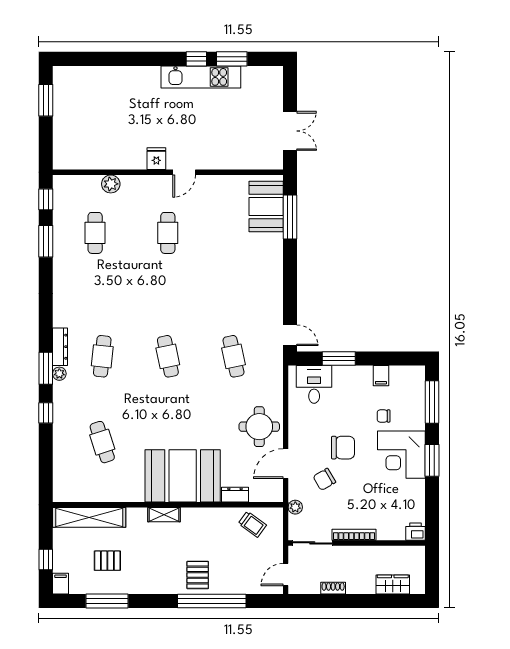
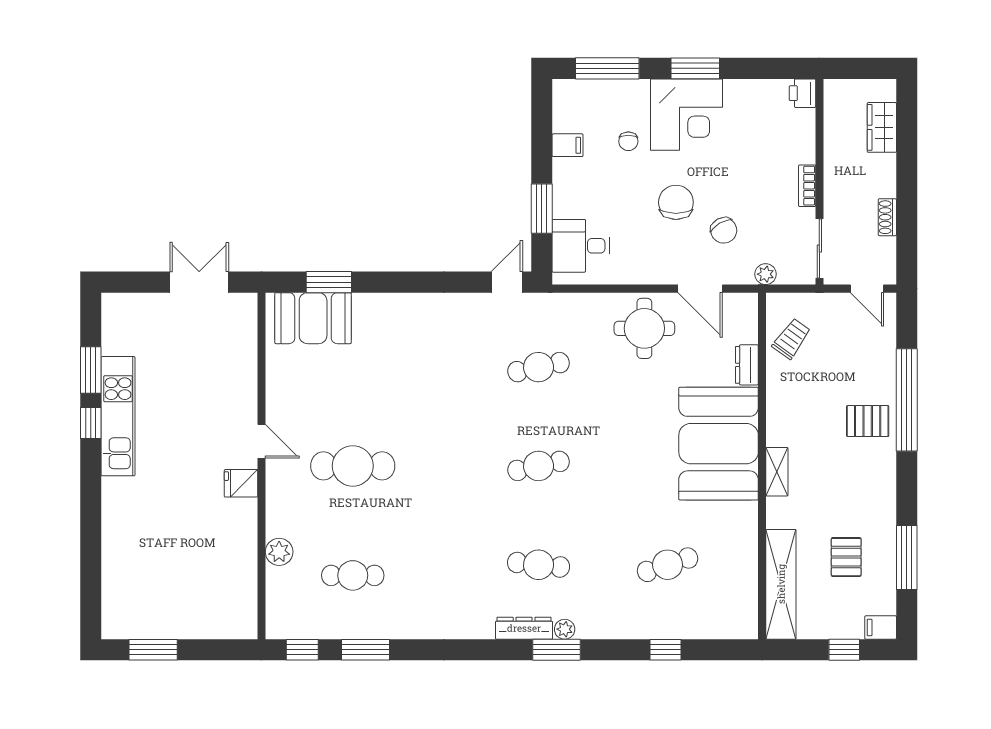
window: (290, 217) -> (329, 282), width x0.69
cafe table: (168, 233) -> (353, 466), width x1.37, depth x1.35
window: (46, 413) -> (665, 650), moved
bookcase: (354, 535) -> (807, 186), width x0.64

